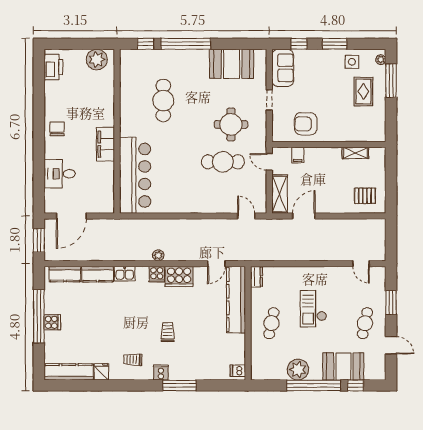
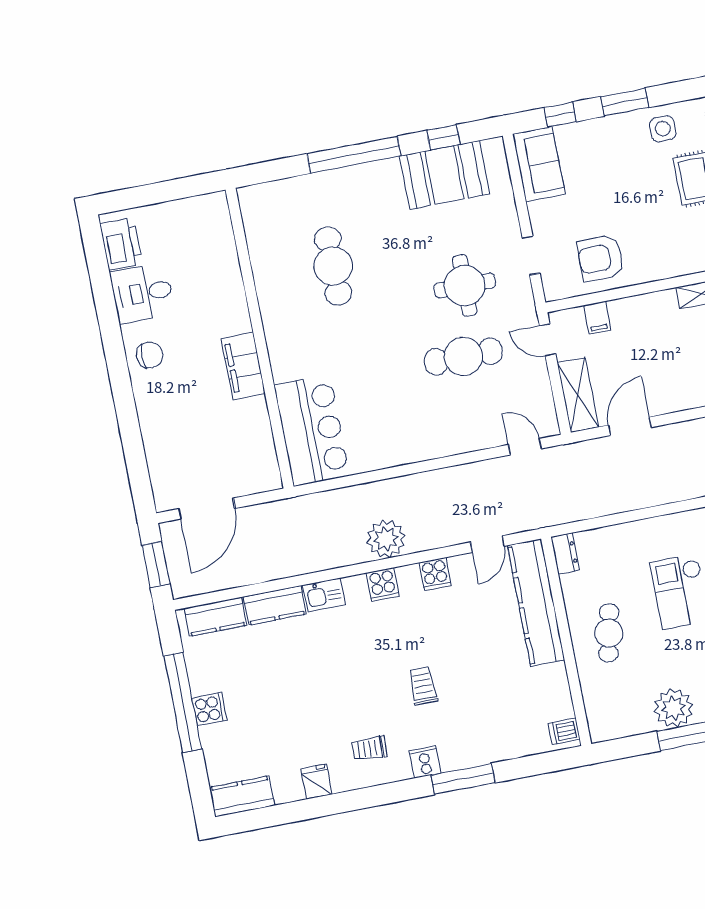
window: (146, 44) -> (443, 137), moved
plant: (97, 60) -> (197, 215), removed
doorway: (269, 100) -> (531, 255), moved
chair: (57, 129) -> (150, 355), turned 90
desk: (60, 174) -> (143, 293), moved
bar counter: (135, 175) -> (312, 430), width x0.73
plant: (158, 255) -> (386, 539), width x1.87, depth x1.87
cooker: (179, 276) -> (435, 574), width x0.53, depth x0.76
kitchen counter: (69, 372) -> (242, 796), width x0.67

